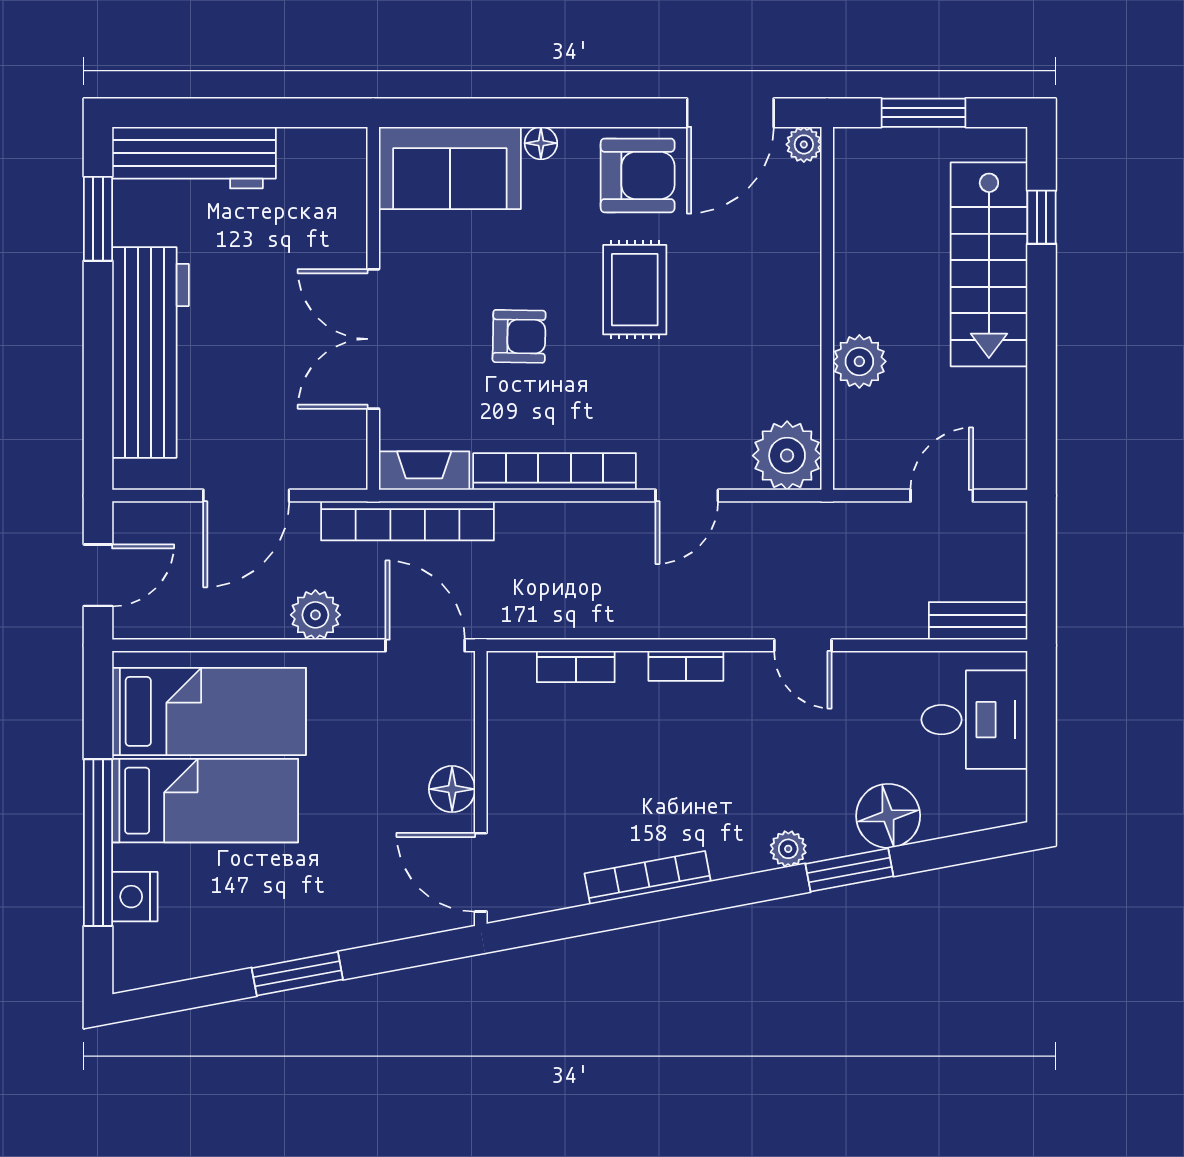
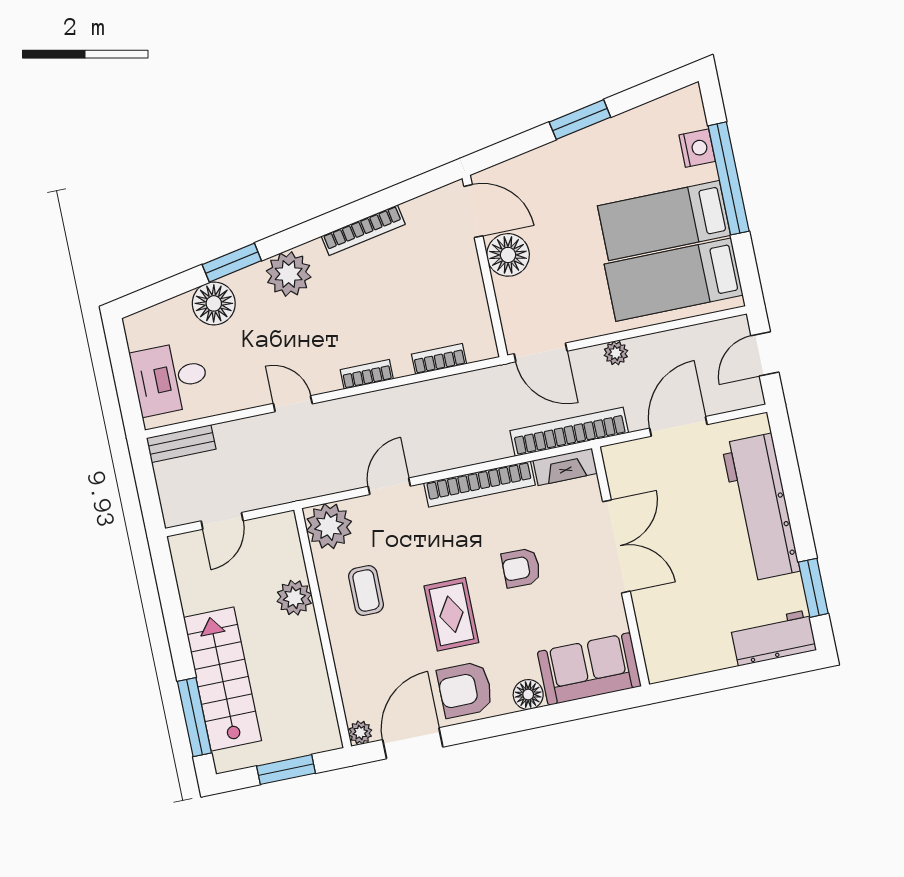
floor lamp: (541, 143) -> (528, 695), width x1.37, depth x1.37
workbench: (194, 158) -> (773, 638), width x0.73
window: (1041, 217) -> (194, 717), width x2.17
coffee table: (752, 350) -> (366, 590), added
plant: (315, 615) -> (616, 353), width x0.73, depth x0.73
floor lamp: (452, 789) -> (508, 255), width x1.38, depth x1.38
plant: (788, 849) -> (289, 274), width x1.88, depth x1.88

